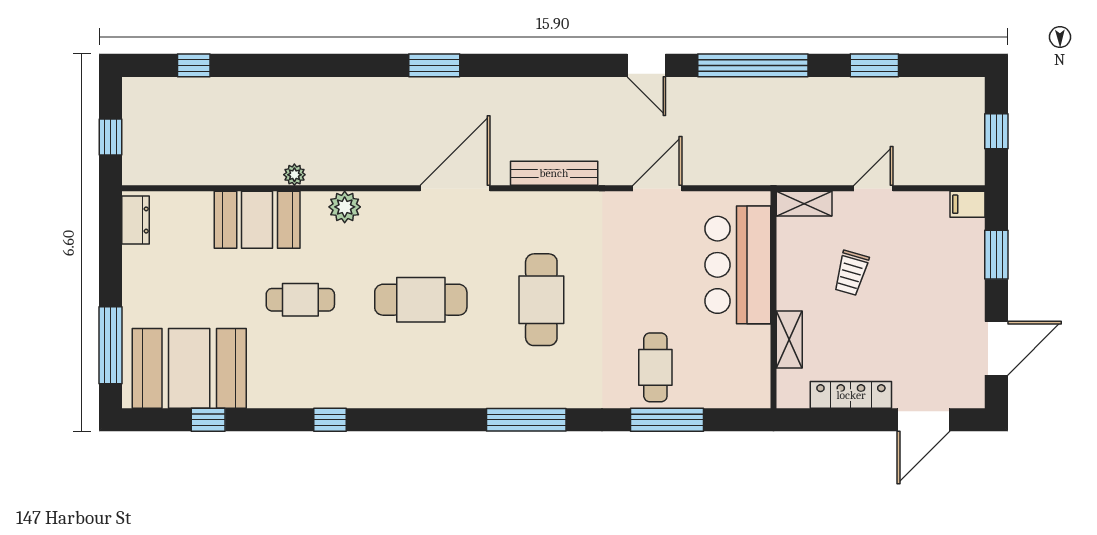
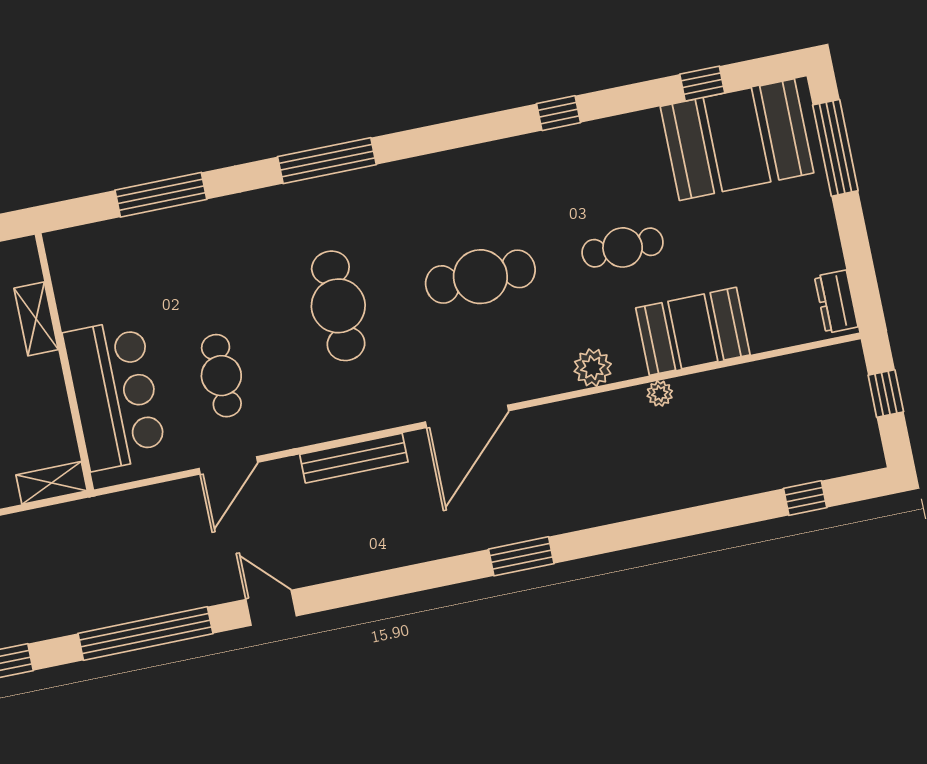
cafe table: (655, 367) -> (221, 376), moved

